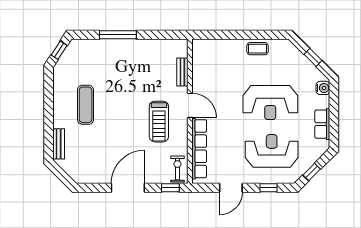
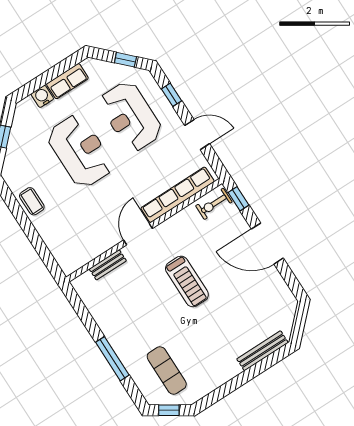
water cooler: (323, 88) -> (42, 96), moved
exercise mat: (86, 105) -> (167, 370), moved, turned 90
treadmill: (159, 122) -> (187, 281), moved, turned 90
bench: (59, 144) -> (262, 351), width x1.36

